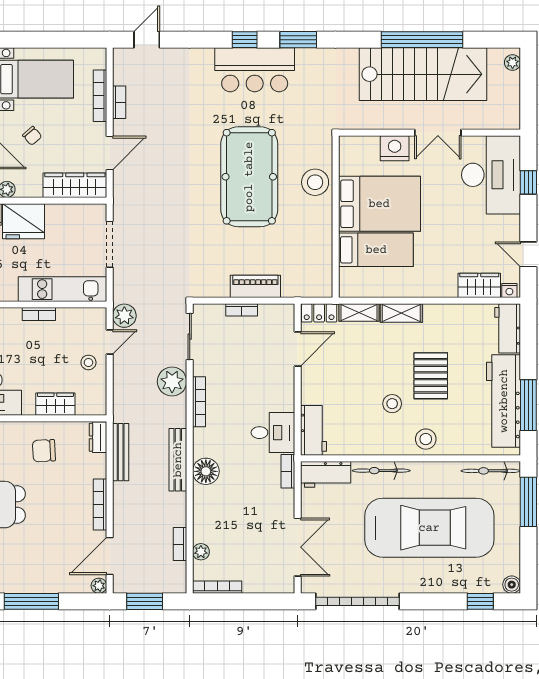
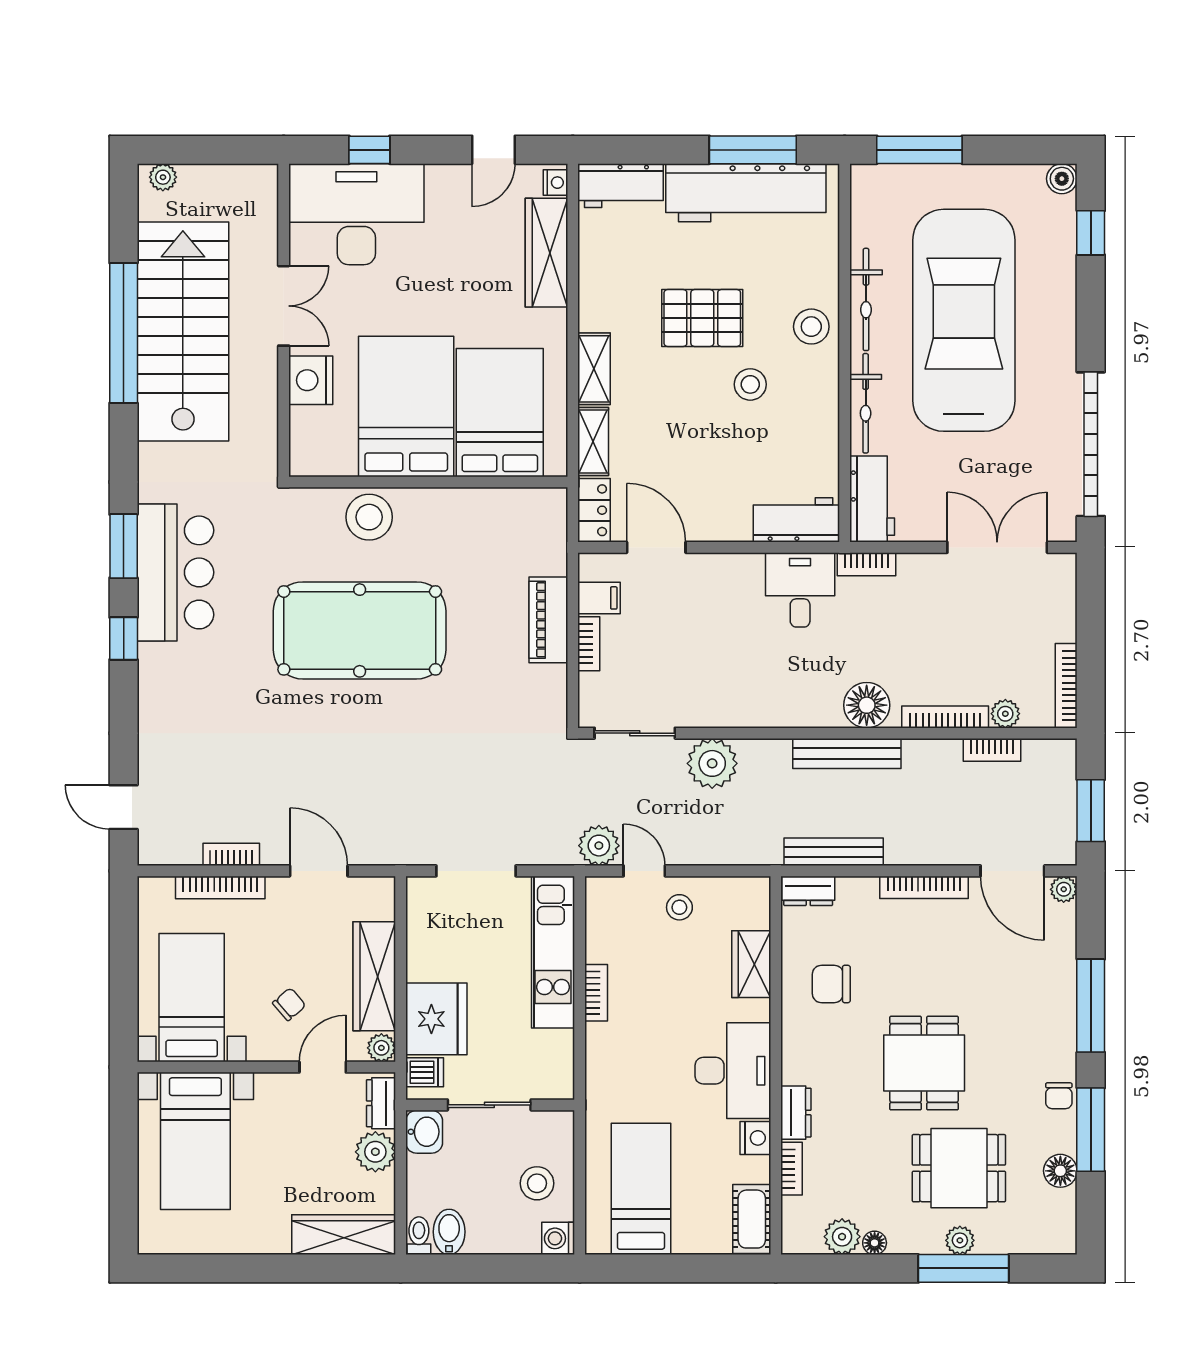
bar counter: (255, 70) -> (175, 572), moved
wardrobe: (75, 185) -> (374, 976), moved
bed: (376, 250) -> (500, 413), width x1.50
wardrobe: (479, 285) -> (546, 253), width x1.50
filing cabinet: (268, 316) -> (599, 598), added
bookcase: (199, 402) -> (945, 717), moved
chair: (44, 451) -> (831, 984), turned 93
bicycle: (491, 471) -> (866, 299), moved

